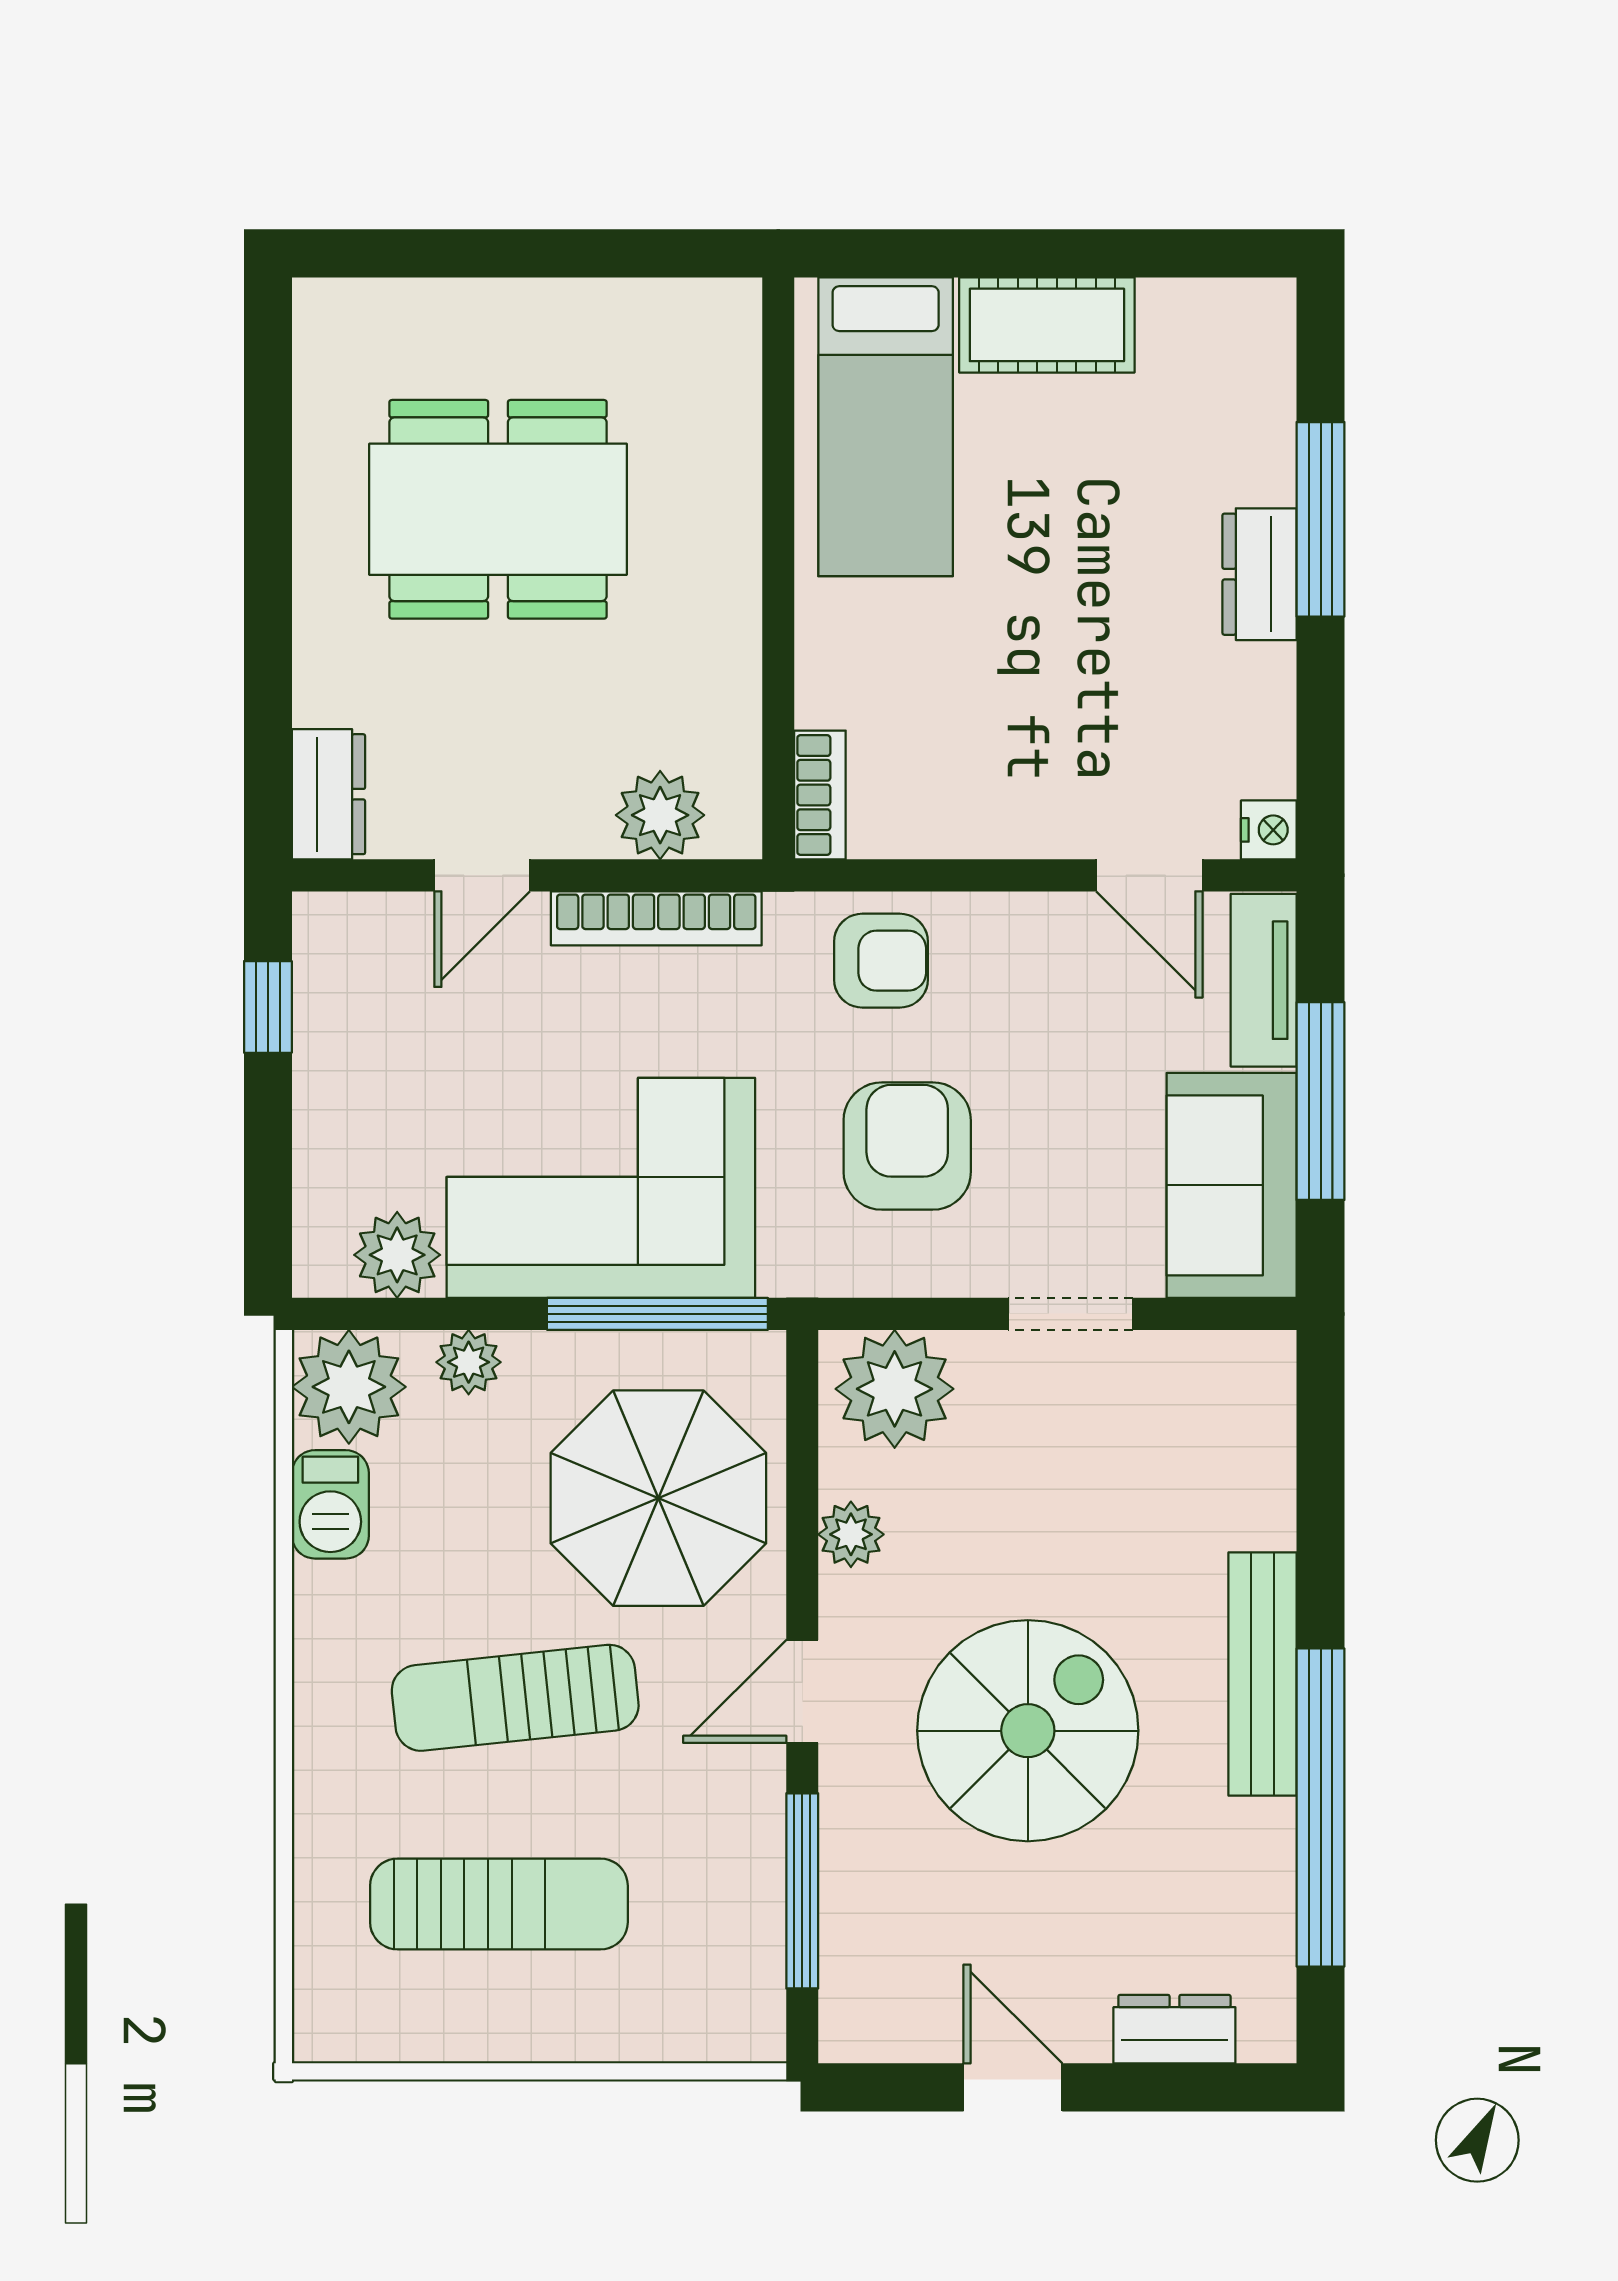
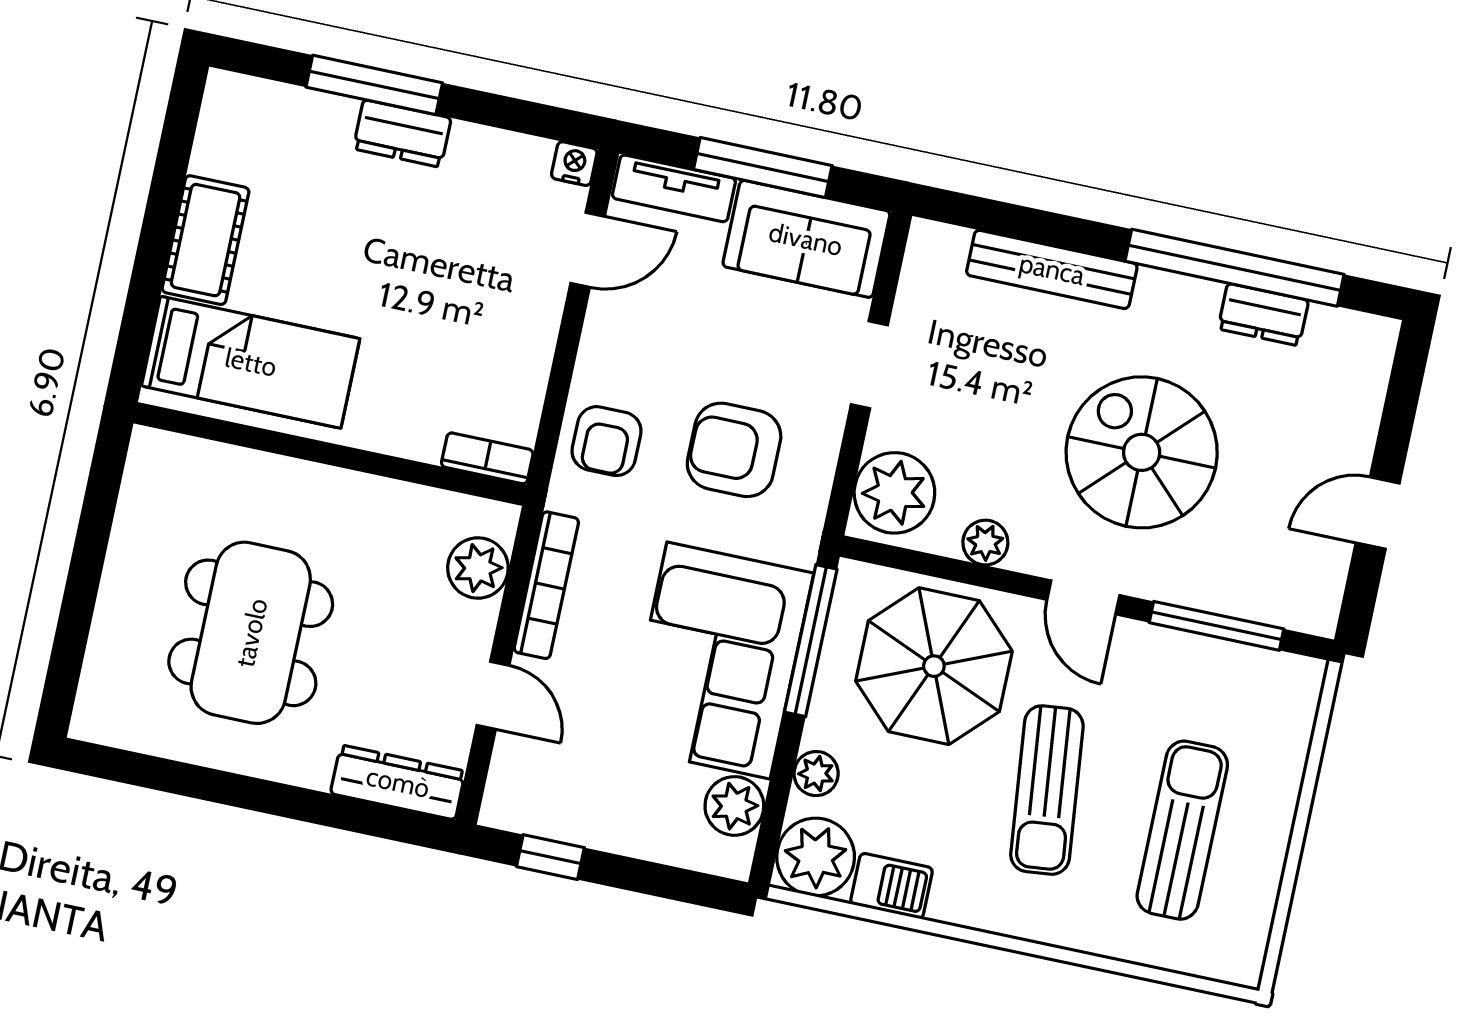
dresser: (329, 794) -> (398, 782), width x1.44
armchair: (881, 961) -> (607, 441), turned 180
bench: (1263, 1674) -> (1052, 269), moved
dresser: (1174, 2029) -> (1263, 315), moved, turned -90

